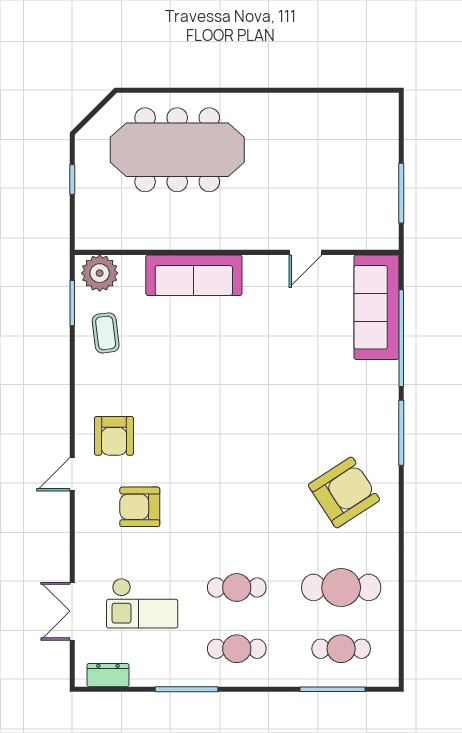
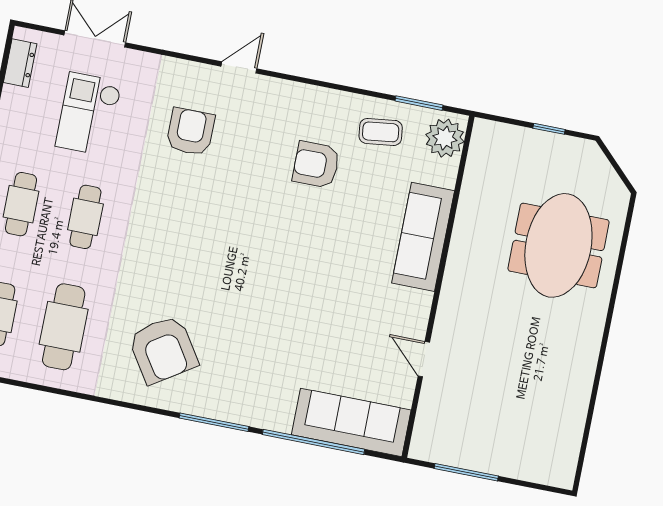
meeting table: (177, 150) -> (558, 245), width x0.73
armchair: (114, 436) -> (316, 165), moved
door: (72, 474) -> (239, 67), hinge flipped

